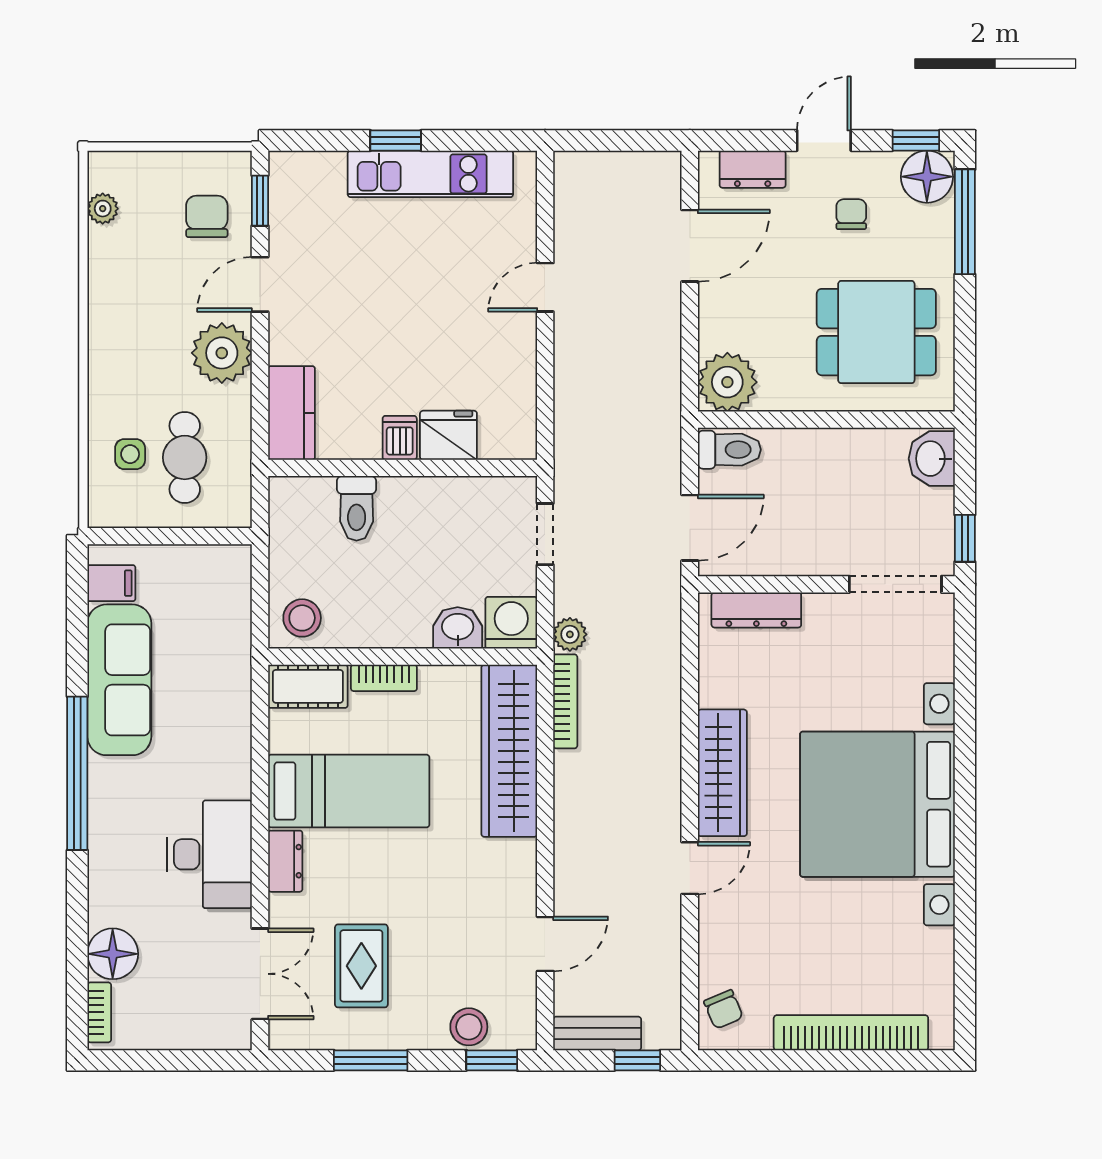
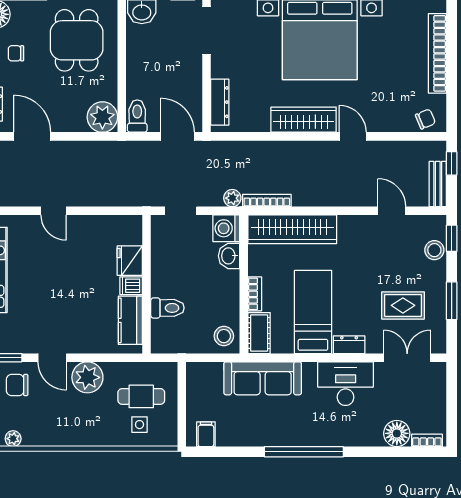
kitchen counter: (291, 413) -> (130, 320), moved, turned -90
sofa: (119, 680) -> (263, 378), moved, turned 180

